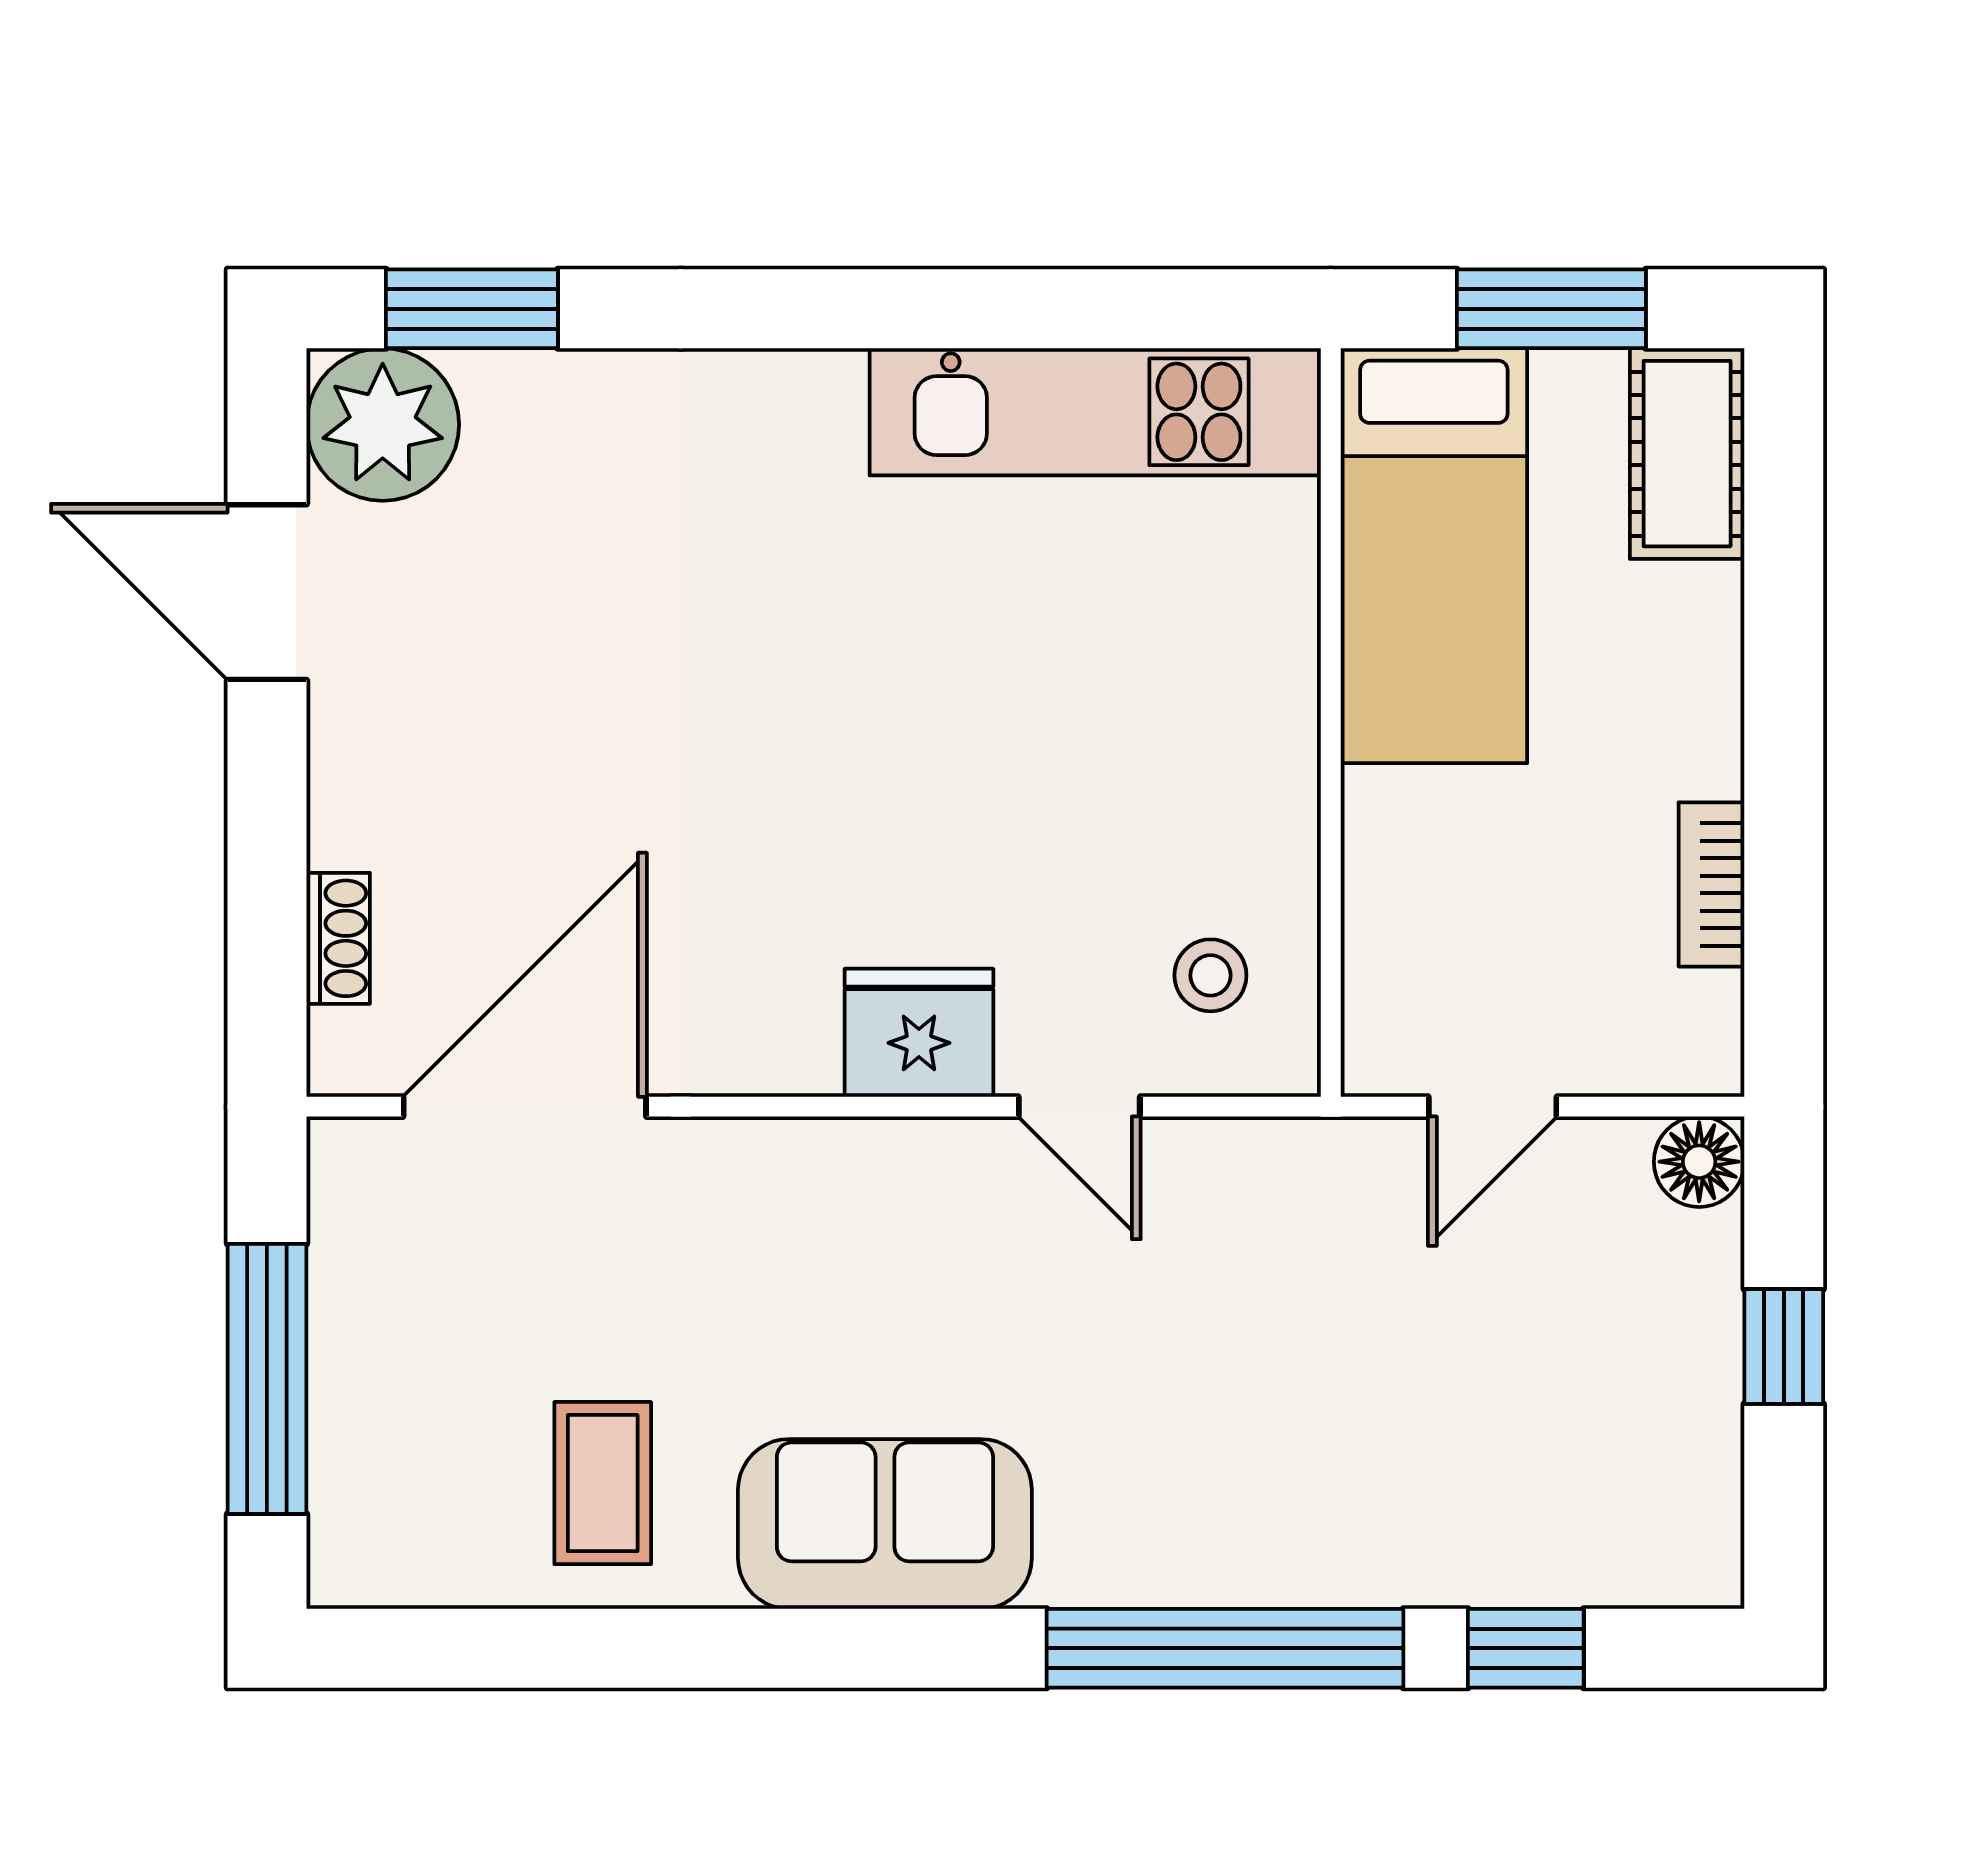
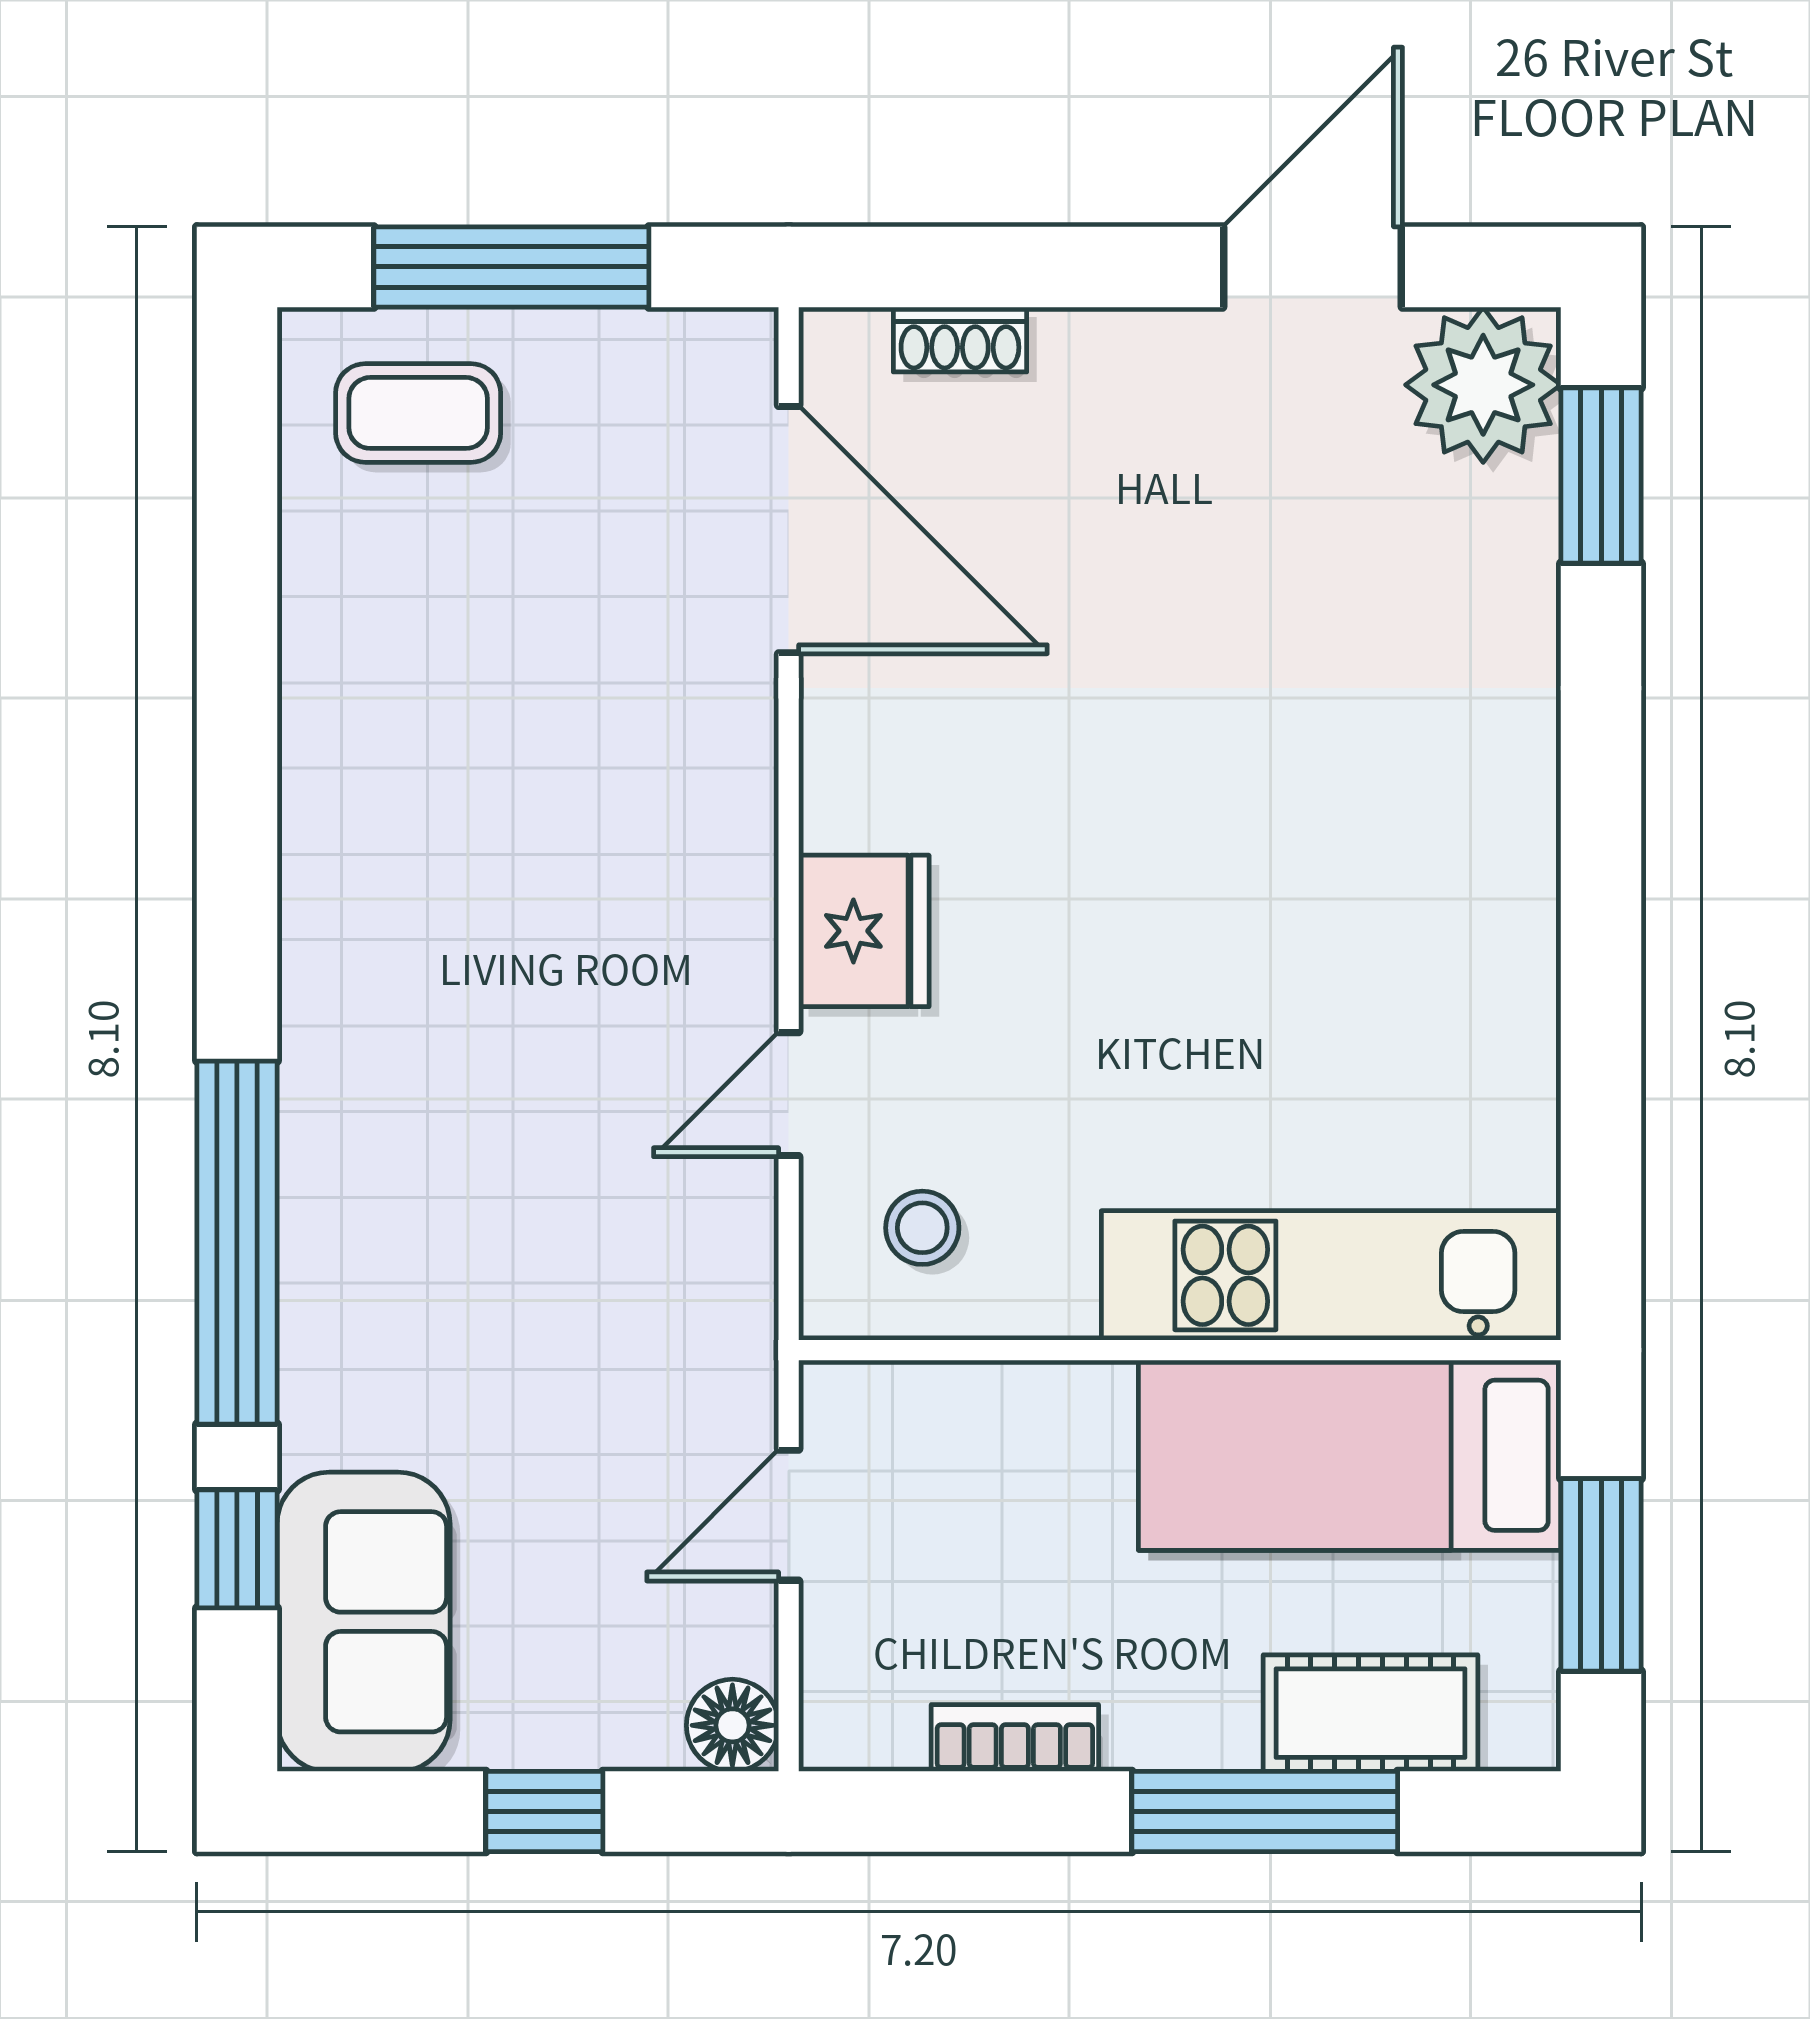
kitchen unit: (1095, 412) -> (1331, 1275), moved, turned 90
cot: (1687, 454) -> (1370, 1713), moved
window: (1784, 639) -> (1265, 1812), added
door: (1493, 1107) -> (789, 1515), hinge flipped
coffee table: (603, 1483) -> (418, 413), moved
sofa: (885, 1524) -> (364, 1622), moved

